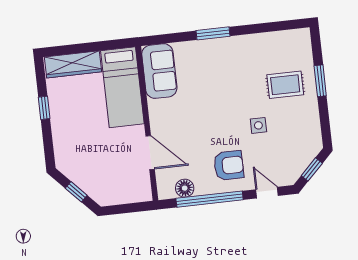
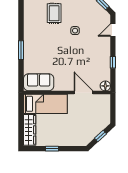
door: (150, 153) -> (83, 93), hinge flipped
armchair: (229, 165) -> (95, 50), removed
floor lamp: (185, 188) -> (105, 86), moved
window: (210, 199) -> (113, 62), width x0.32

